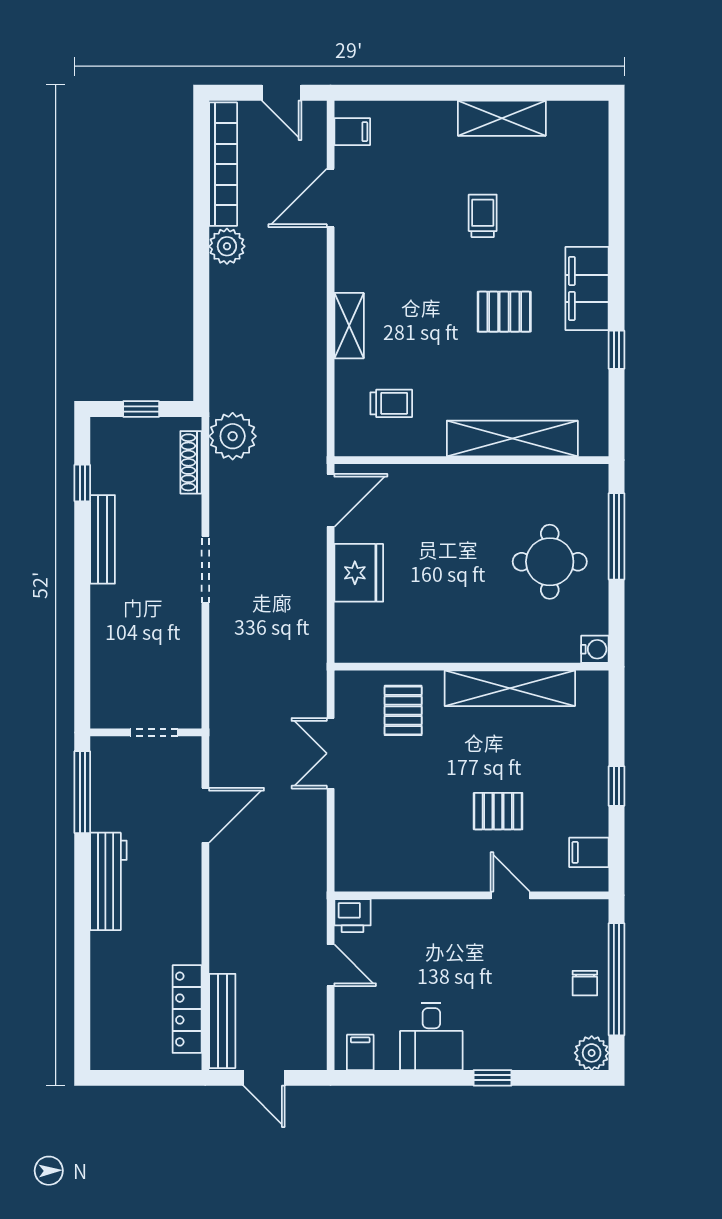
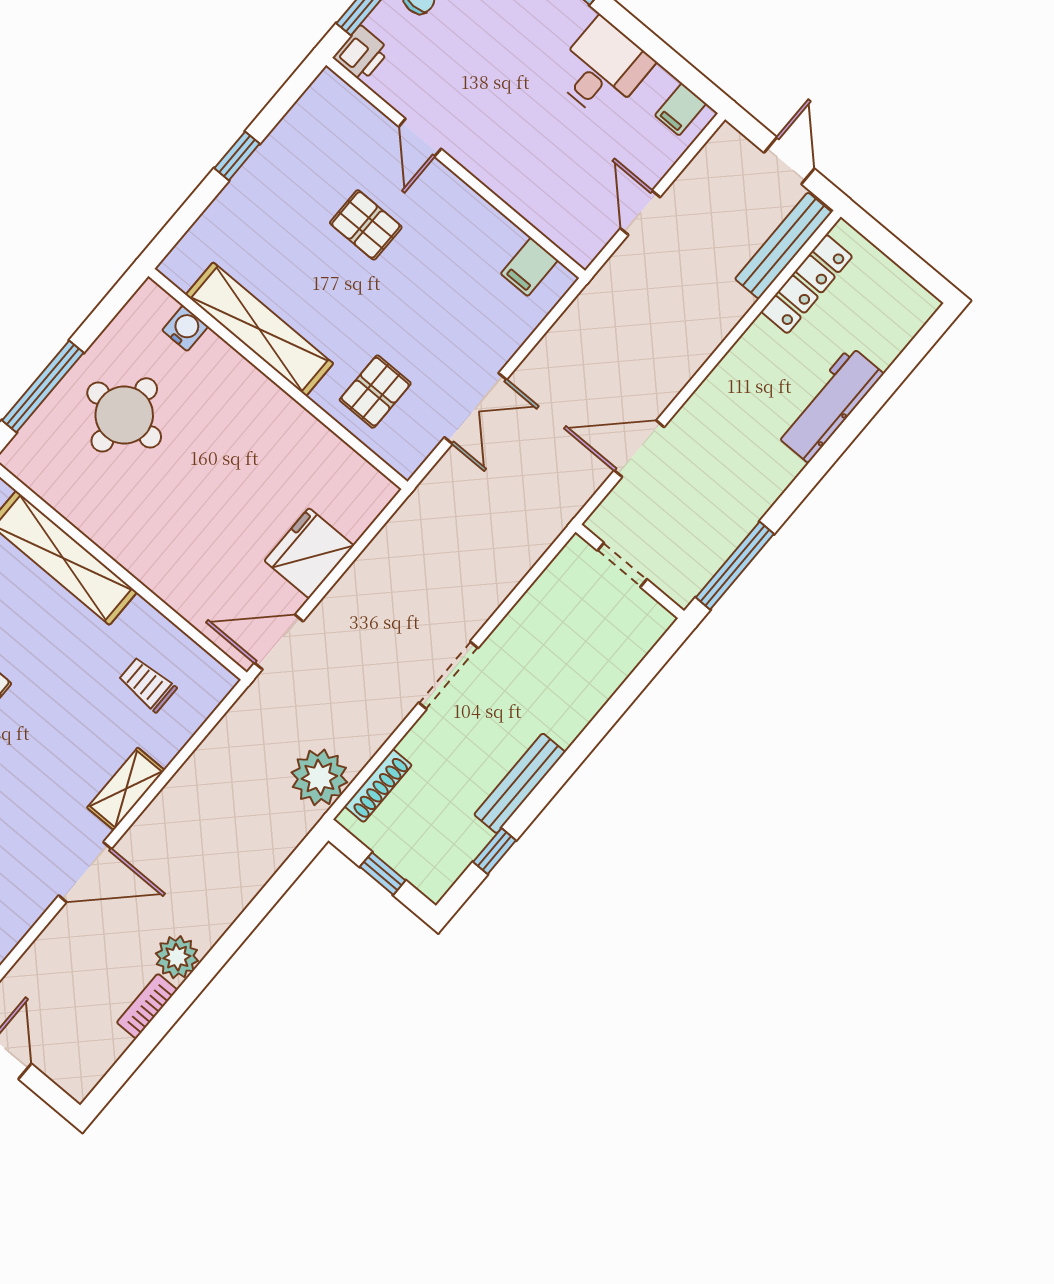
bookcase: (223, 164) -> (147, 1006), width x0.43, depth x0.76
door: (331, 198) -> (85, 872), moved
water cooler: (595, 649) -> (185, 328), moved, turned 90
filing cabinet: (589, 852) -> (529, 267), moved, turned 90
workbench: (108, 881) -> (829, 404), moved
printer: (352, 916) -> (361, 54), moved, turned 90

